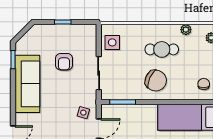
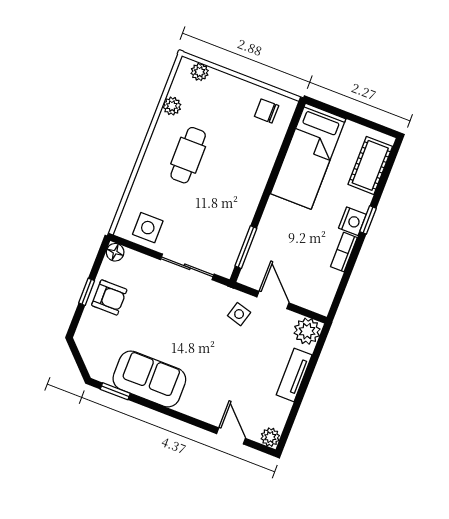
floor lamp: (91, 29) -> (115, 252), added
armchair: (64, 62) -> (109, 297), moved
chair: (156, 81) -> (233, 183), removed
sofa: (27, 84) -> (149, 379), width x0.73

